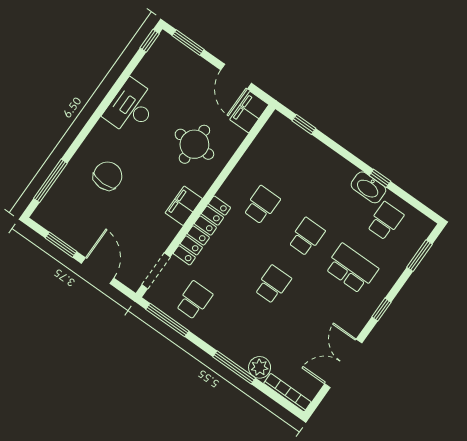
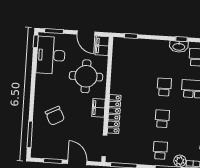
desk: (131, 107) -> (51, 55), moved, width x1.36, depth x1.30
round table: (194, 144) -> (86, 76), width x1.36, depth x1.36
chair: (108, 176) -> (55, 116), turned 153
school desk: (262, 205) -> (134, 85), removed
school desk: (194, 300) -> (160, 150), moved

